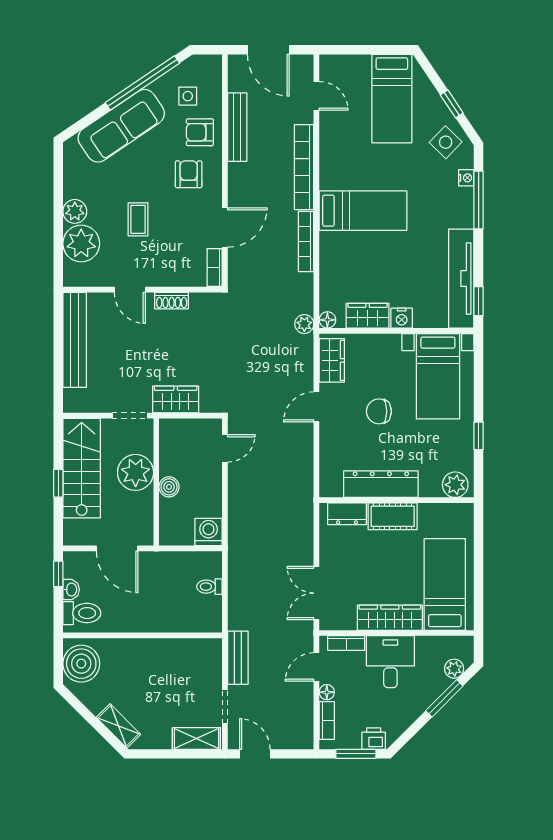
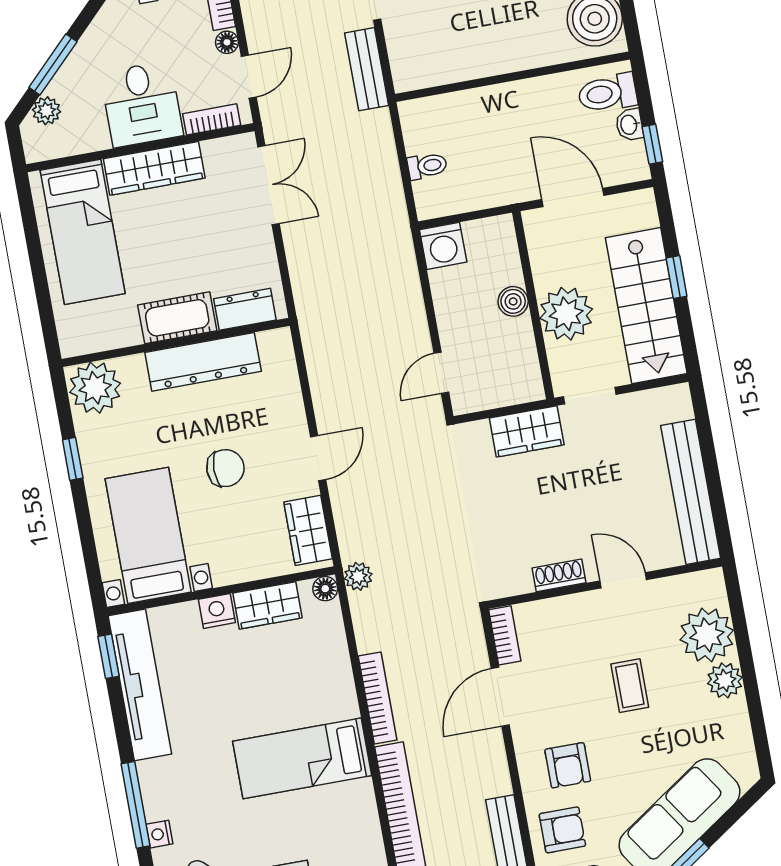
plant: (455, 485) -> (95, 388), width x1.36, depth x1.36

